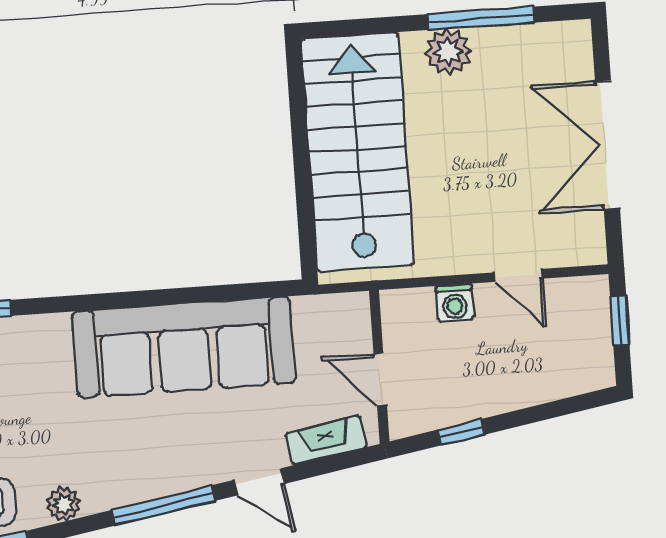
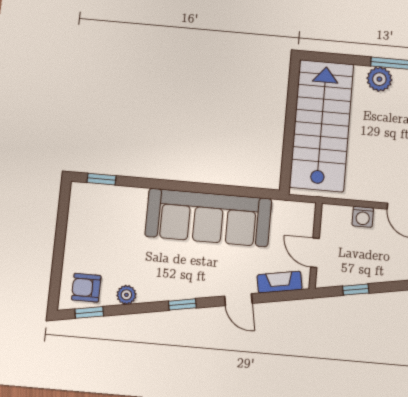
window: (163, 505) -> (182, 304), width x0.46

